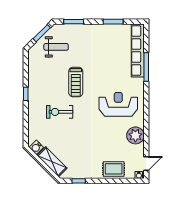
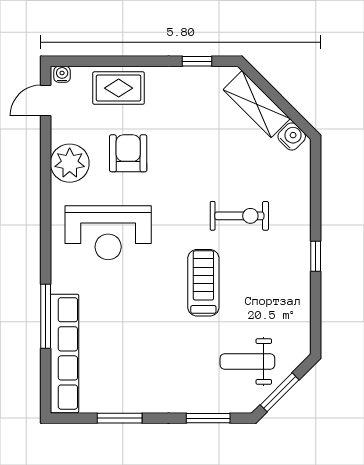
armchair: (109, 140) -> (128, 153), added

